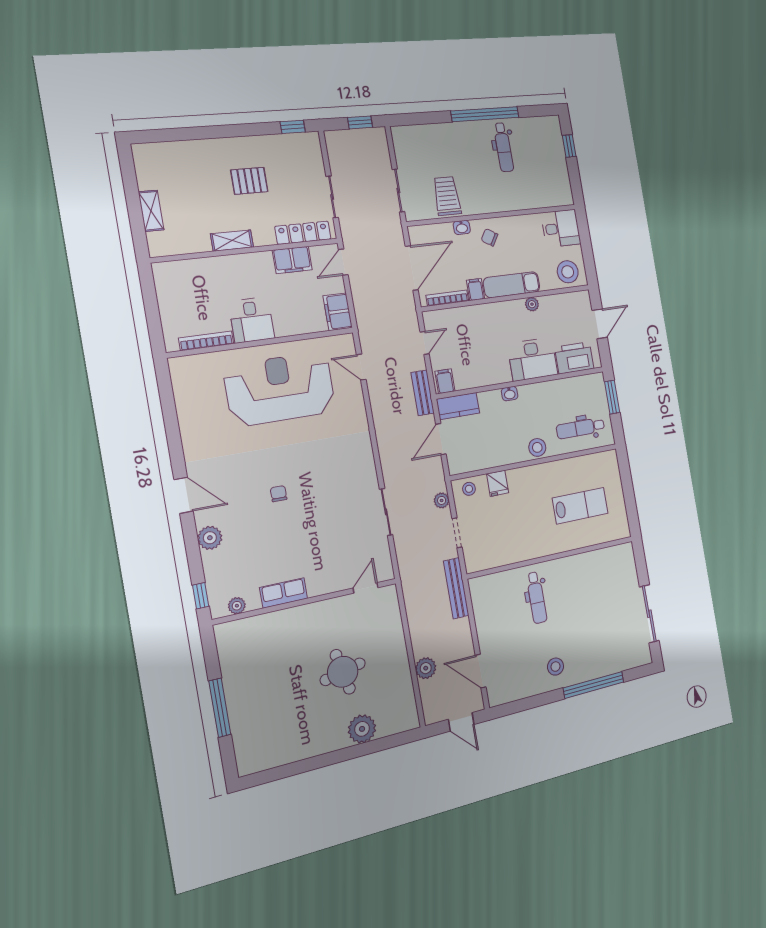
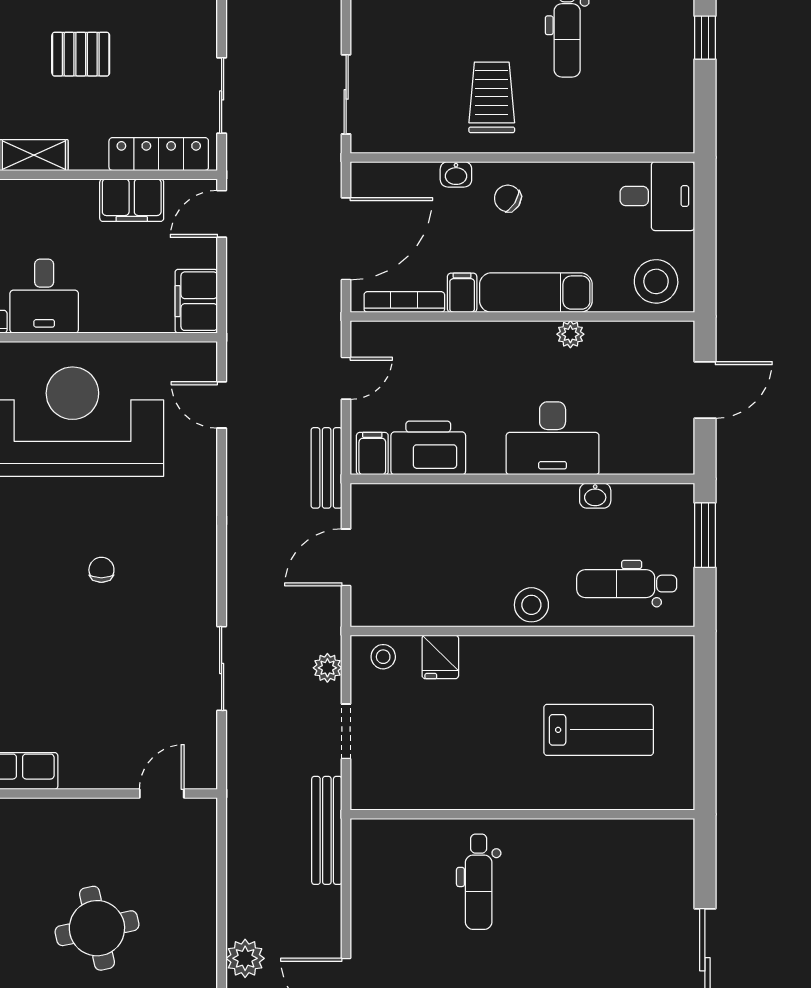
trolley: (447, 196) -> (492, 97), moved
printer: (574, 358) -> (428, 448), moved
washbasin: (510, 394) -> (595, 496), moved
kitchen counter: (458, 406) -> (389, 503), removed
chair: (279, 494) -> (101, 570), moved

